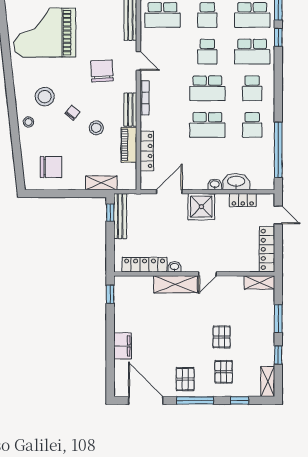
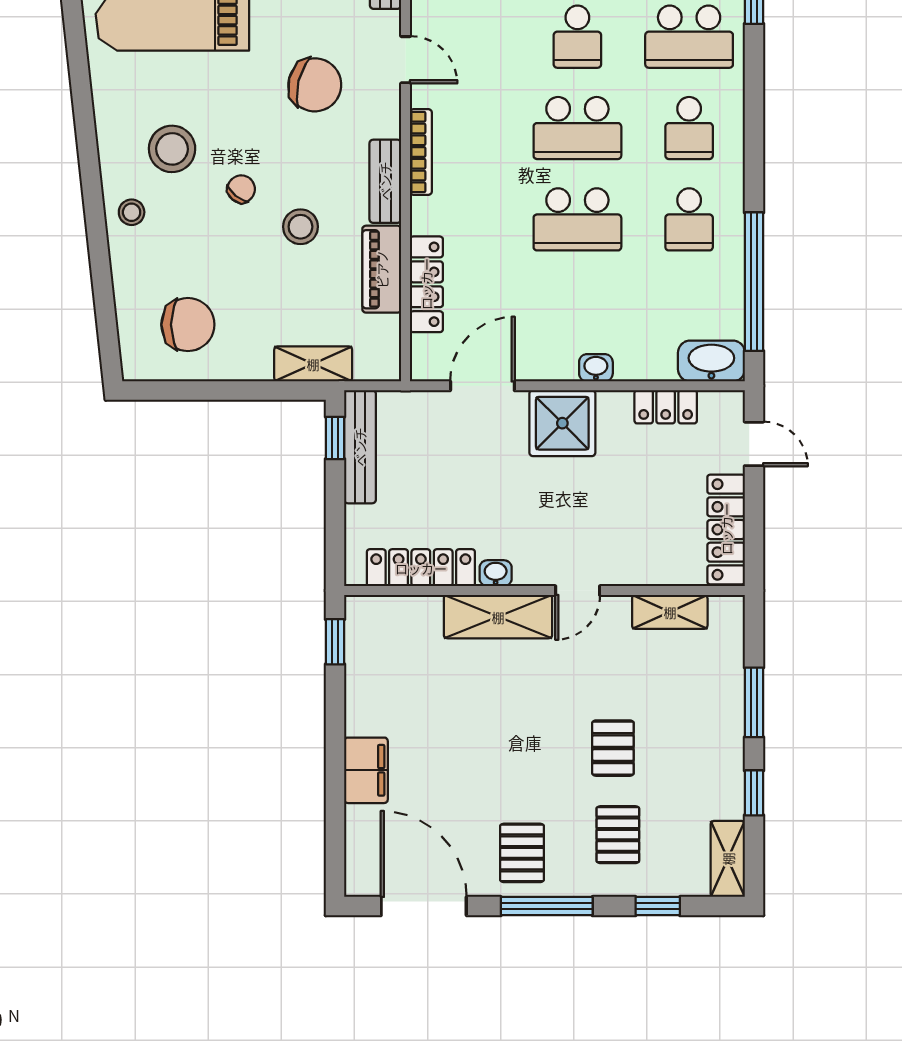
chair: (102, 71) -> (315, 85), turned 107
washbasin: (236, 182) -> (711, 361), moved
shelving: (259, 282) -> (670, 612), moved

